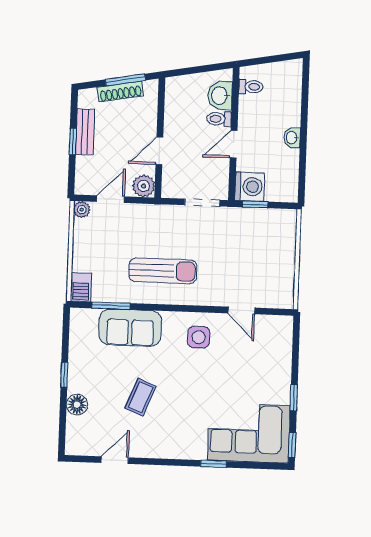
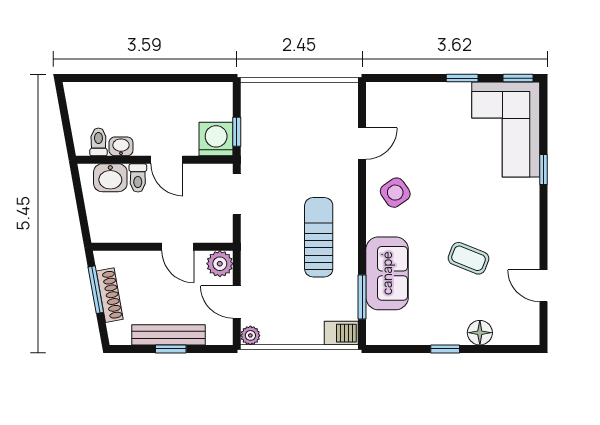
bench: (85, 132) -> (169, 335), width x1.36
washbasin: (292, 138) -> (121, 146), moved, turned 180
side table: (199, 337) -> (395, 193), turned -35

